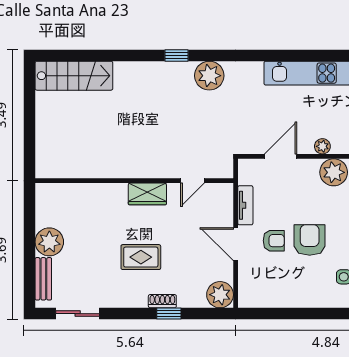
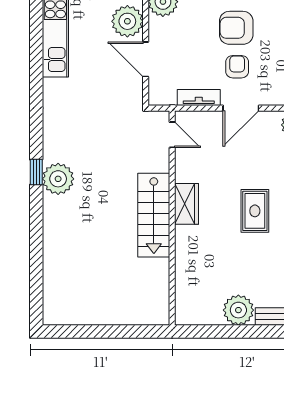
stairs: (74, 76) -> (154, 215), moved, turned 180
plant: (209, 76) -> (58, 179), moved
plant: (322, 146) -> (127, 21), width x1.87, depth x1.87
door: (193, 181) -> (172, 135), moved

